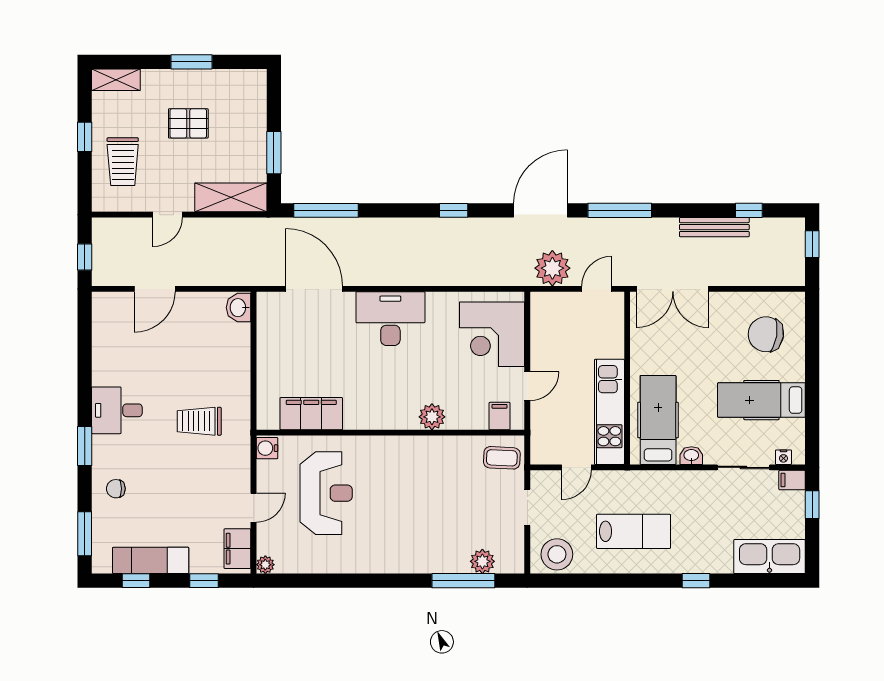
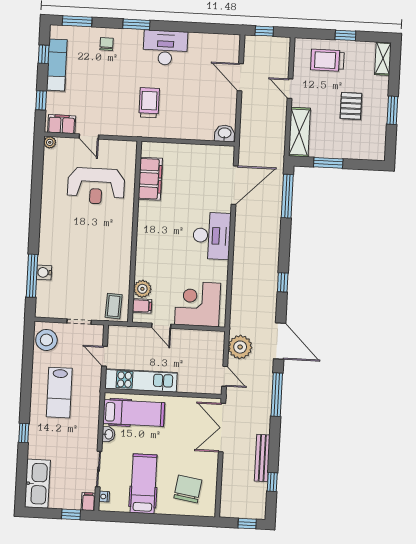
desk: (117, 410) -> (165, 48), width x1.37
plant: (432, 417) -> (142, 289), moved
water cooler: (267, 448) -> (44, 272), moved, turned -90
plant: (482, 561) -> (44, 289), removed

